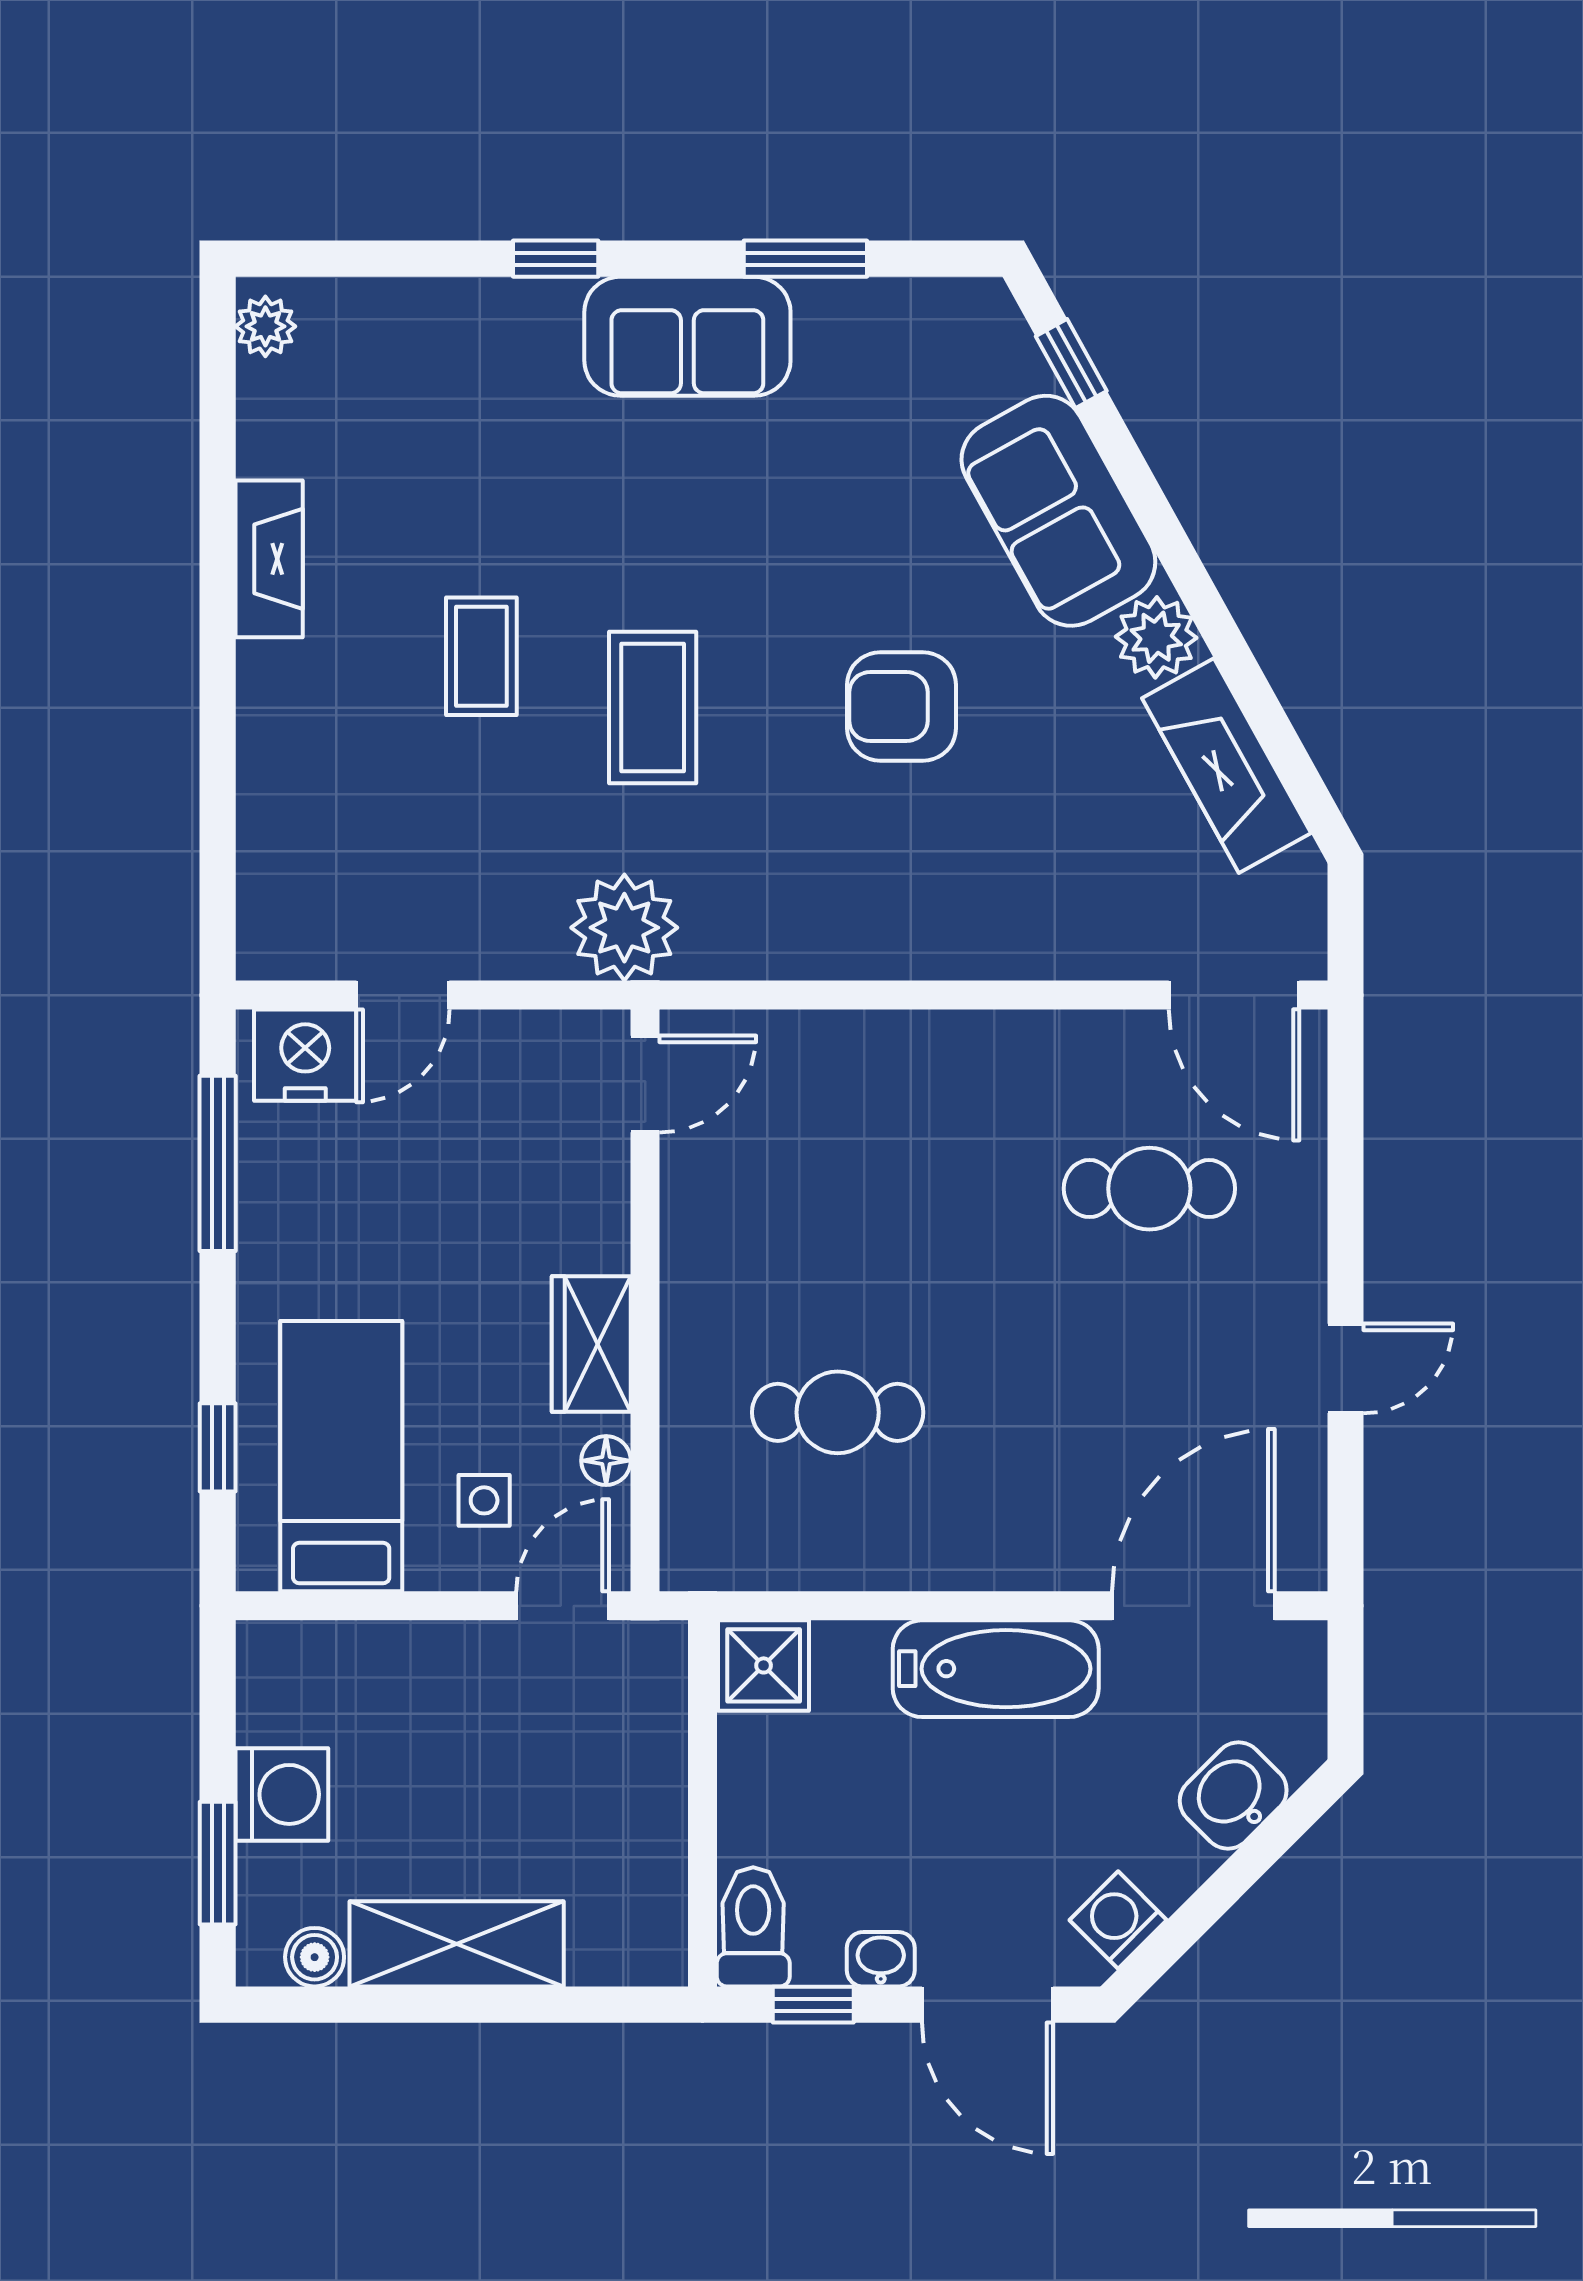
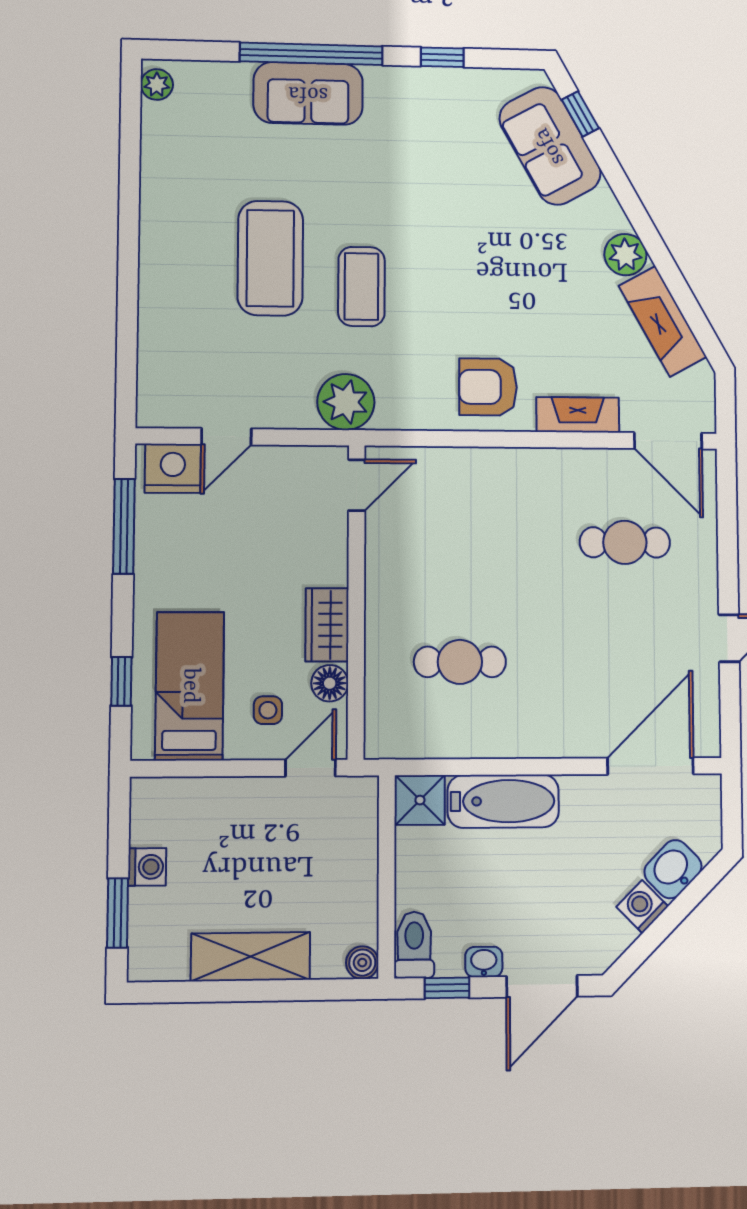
window: (556, 259) -> (311, 54), width x3.17
window: (805, 259) -> (442, 57), width x0.67
sofa: (687, 336) -> (308, 93), moved
sofa: (1058, 511) -> (550, 146), moved
fireplace: (269, 559) -> (578, 415), moved, turned -90
coffee table: (481, 656) -> (270, 258), width x1.86, depth x1.72
armchair: (902, 706) -> (488, 387), moved
floor lamp: (606, 1461) -> (330, 683), width x1.37, depth x1.37
bathtub: (996, 1669) -> (503, 801), moved
washing machine: (282, 1794) -> (147, 867), width x0.73, depth x0.73
washing machine: (1118, 1920) -> (642, 907), moved
boiler: (315, 1957) -> (362, 963), moved
door: (987, 2005) -> (542, 986), hinge flipped

